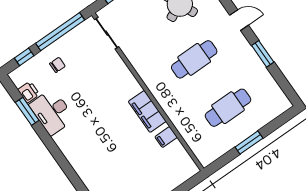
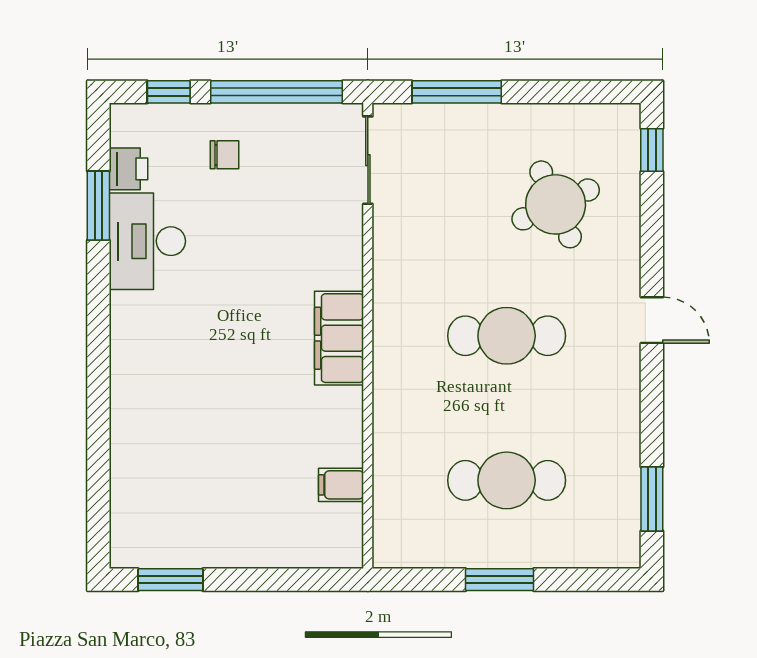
window: (263, 54) -> (652, 499), moved
filing cabinet: (147, 111) -> (339, 338), moved
filing cabinet: (166, 137) -> (341, 485), moved

